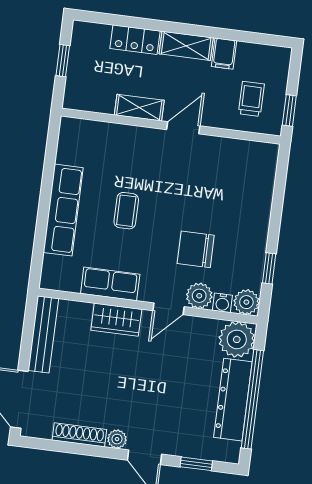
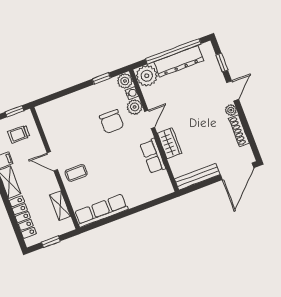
locker: (135, 40) -> (23, 217), width x1.53
shelving: (139, 108) -> (60, 206), moved
row of seats: (63, 210) -> (101, 211), moved
coffee table: (126, 211) -> (76, 173), moved
door: (168, 309) -> (150, 119), hinge flipped

